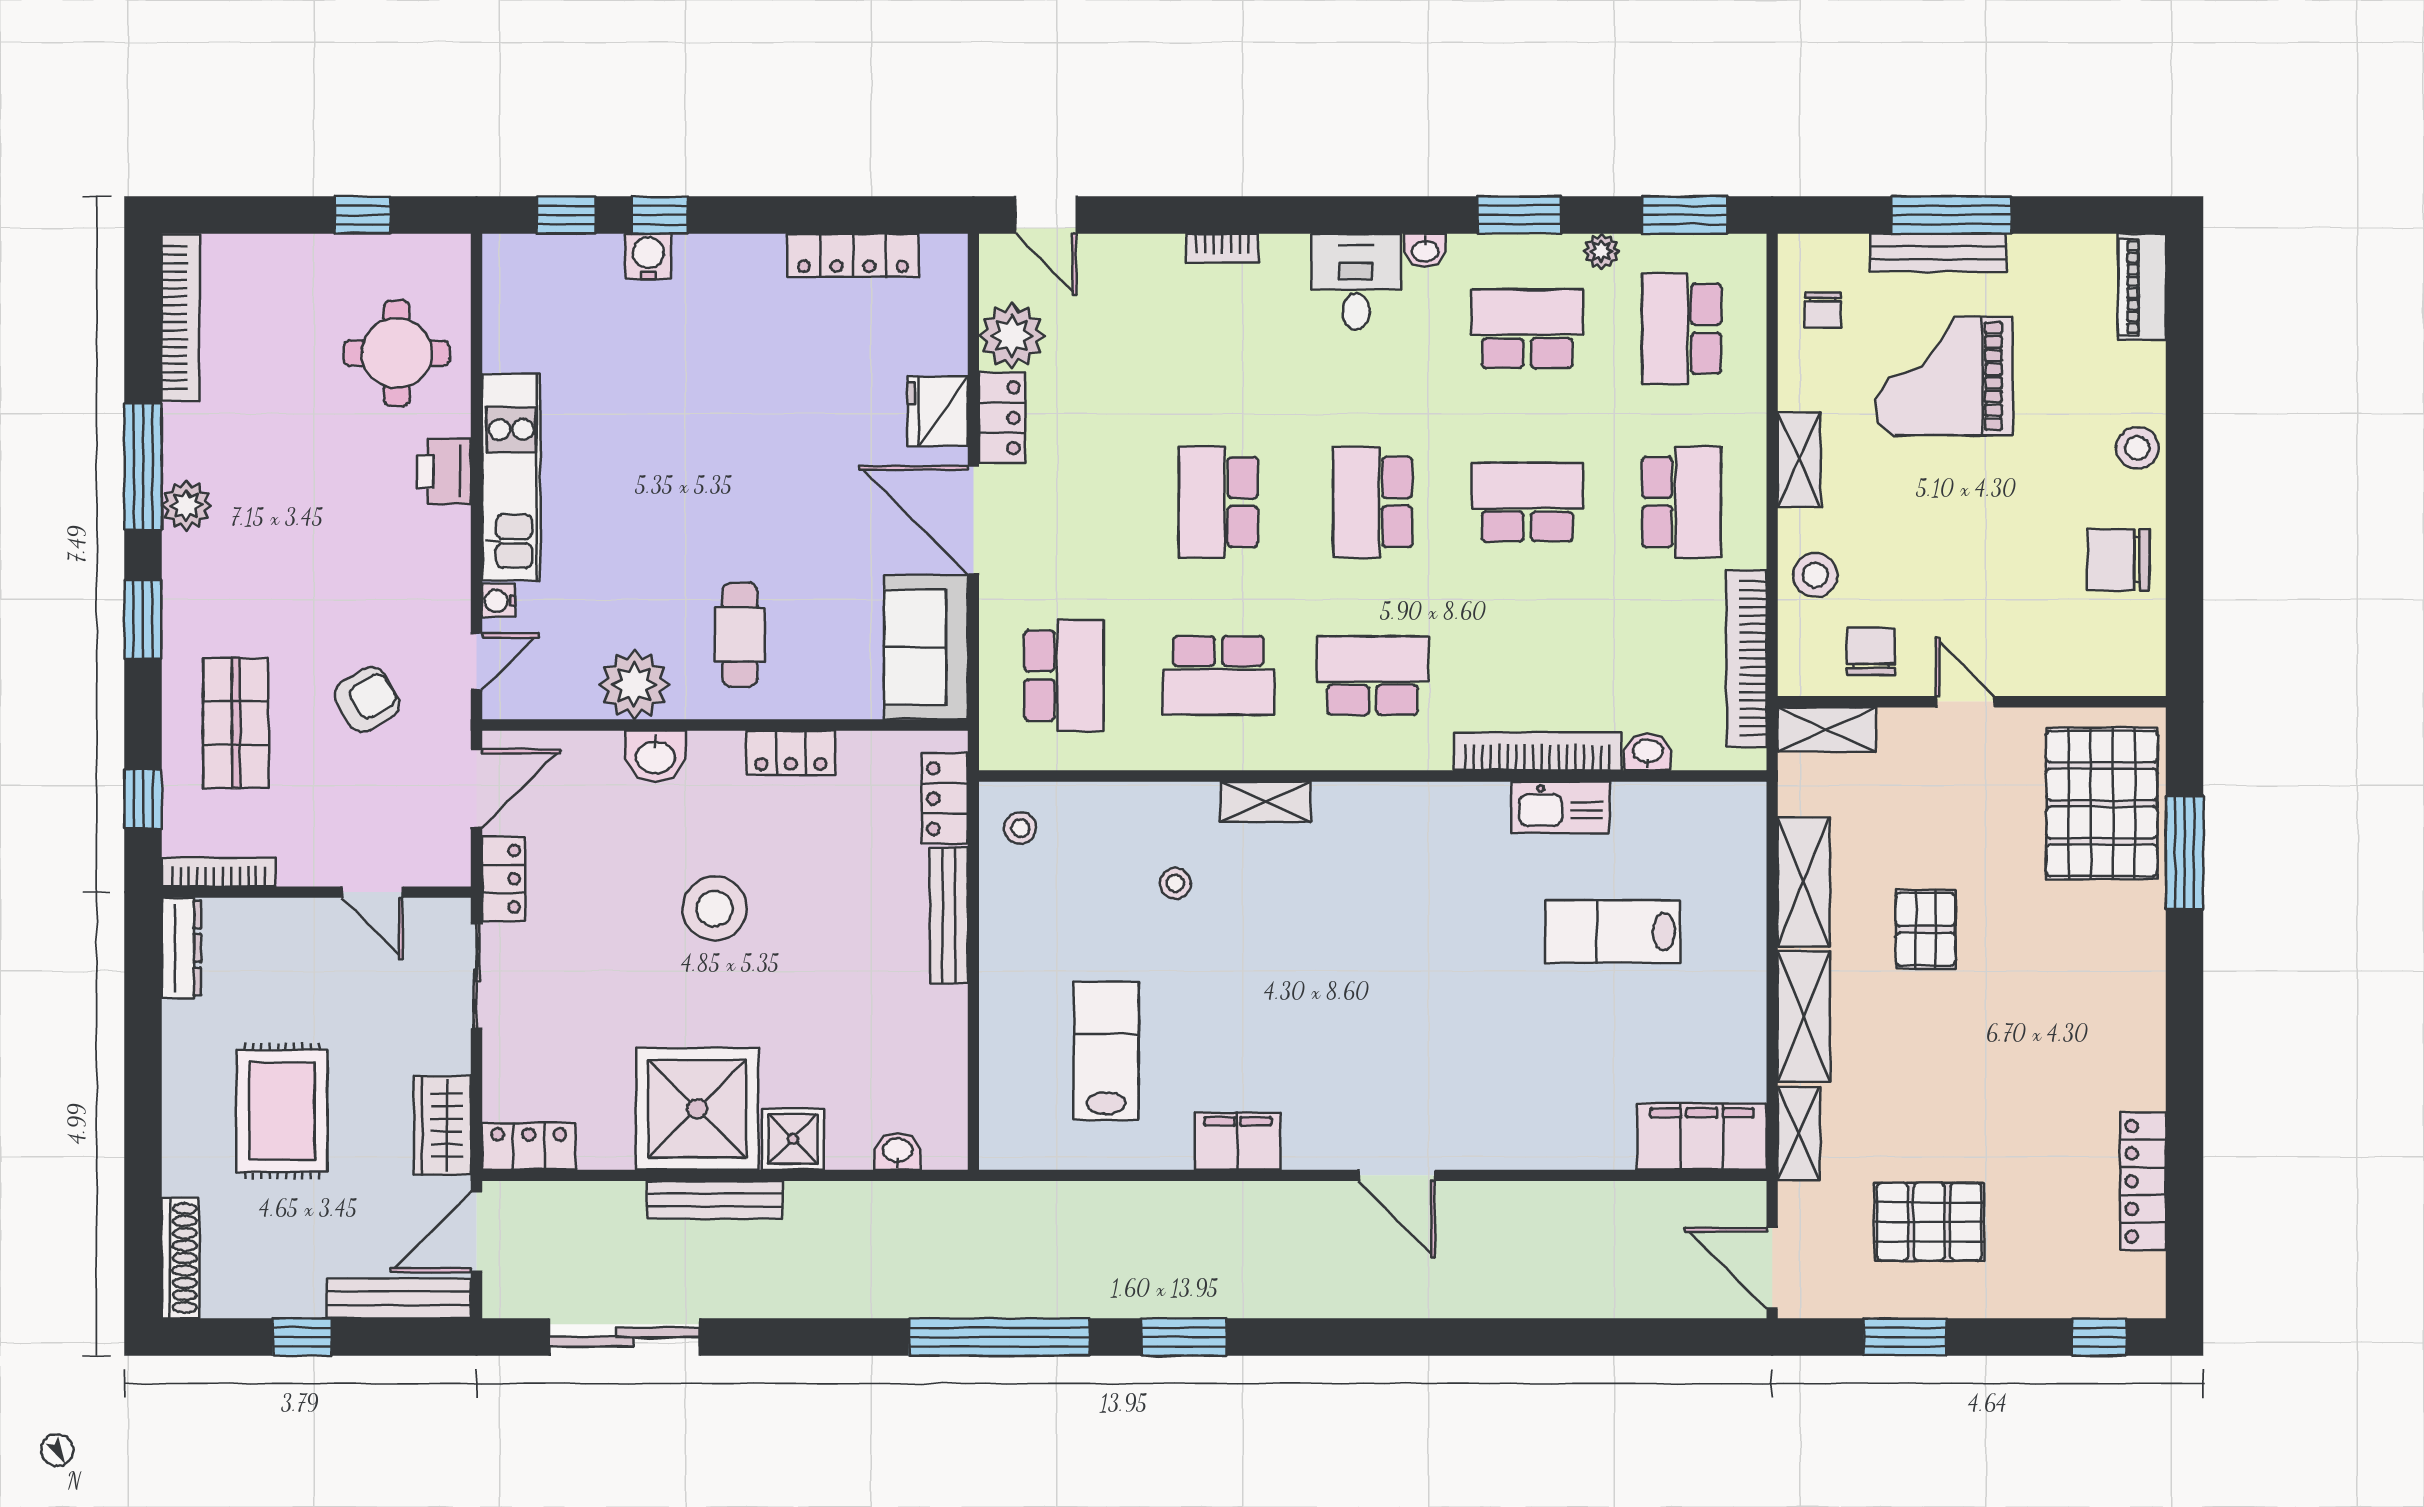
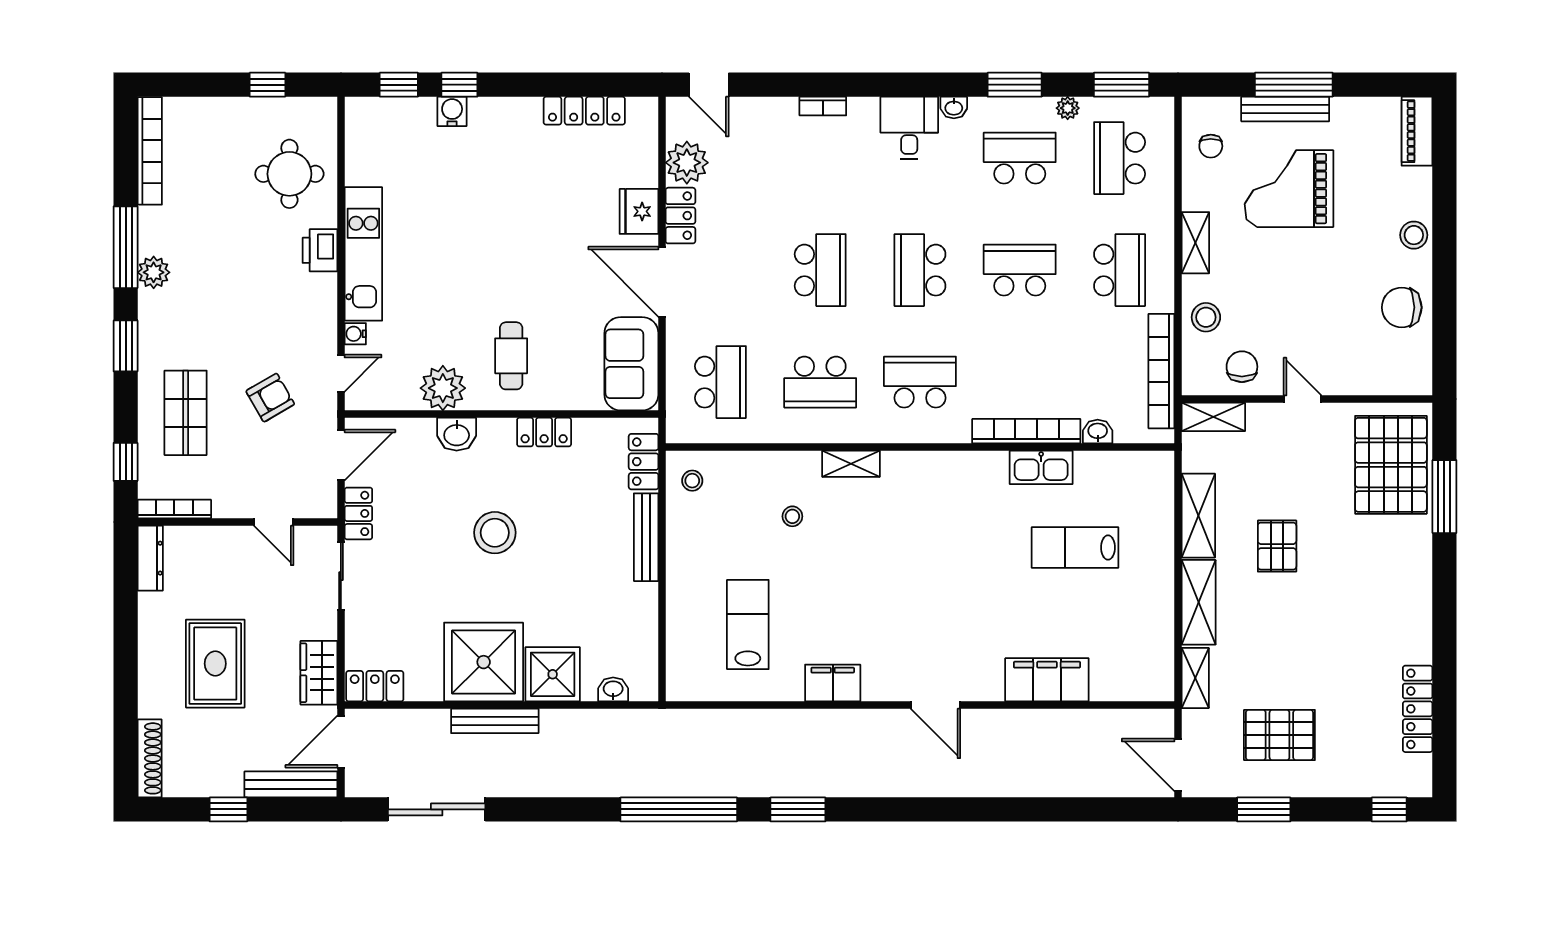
school desk: (1218, 502) -> (820, 270), turned 180
filing cabinet: (1702, 1136) -> (1047, 680), moved
shower: (793, 1139) -> (553, 674), width x1.36, depth x1.36

